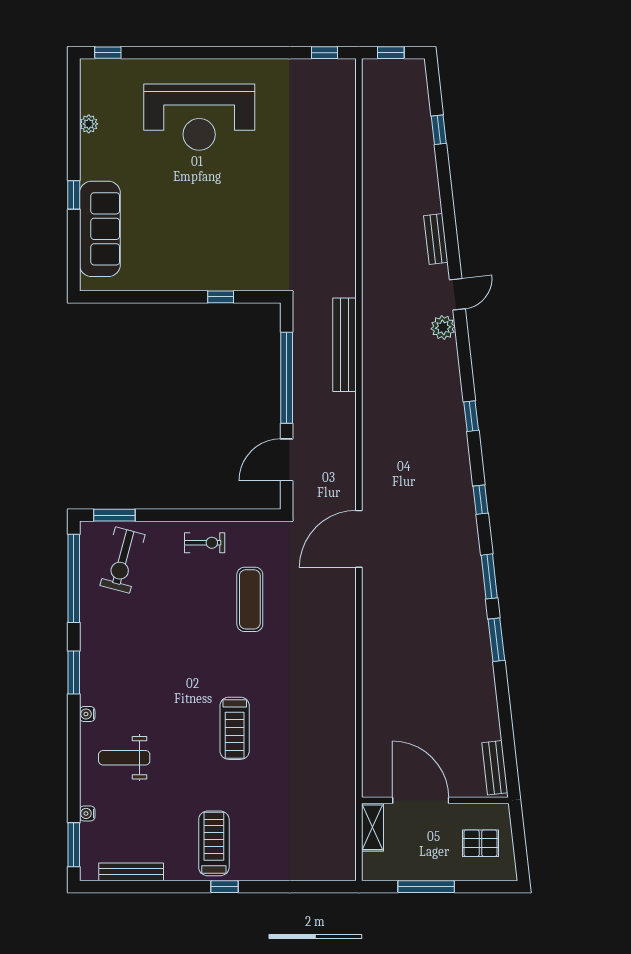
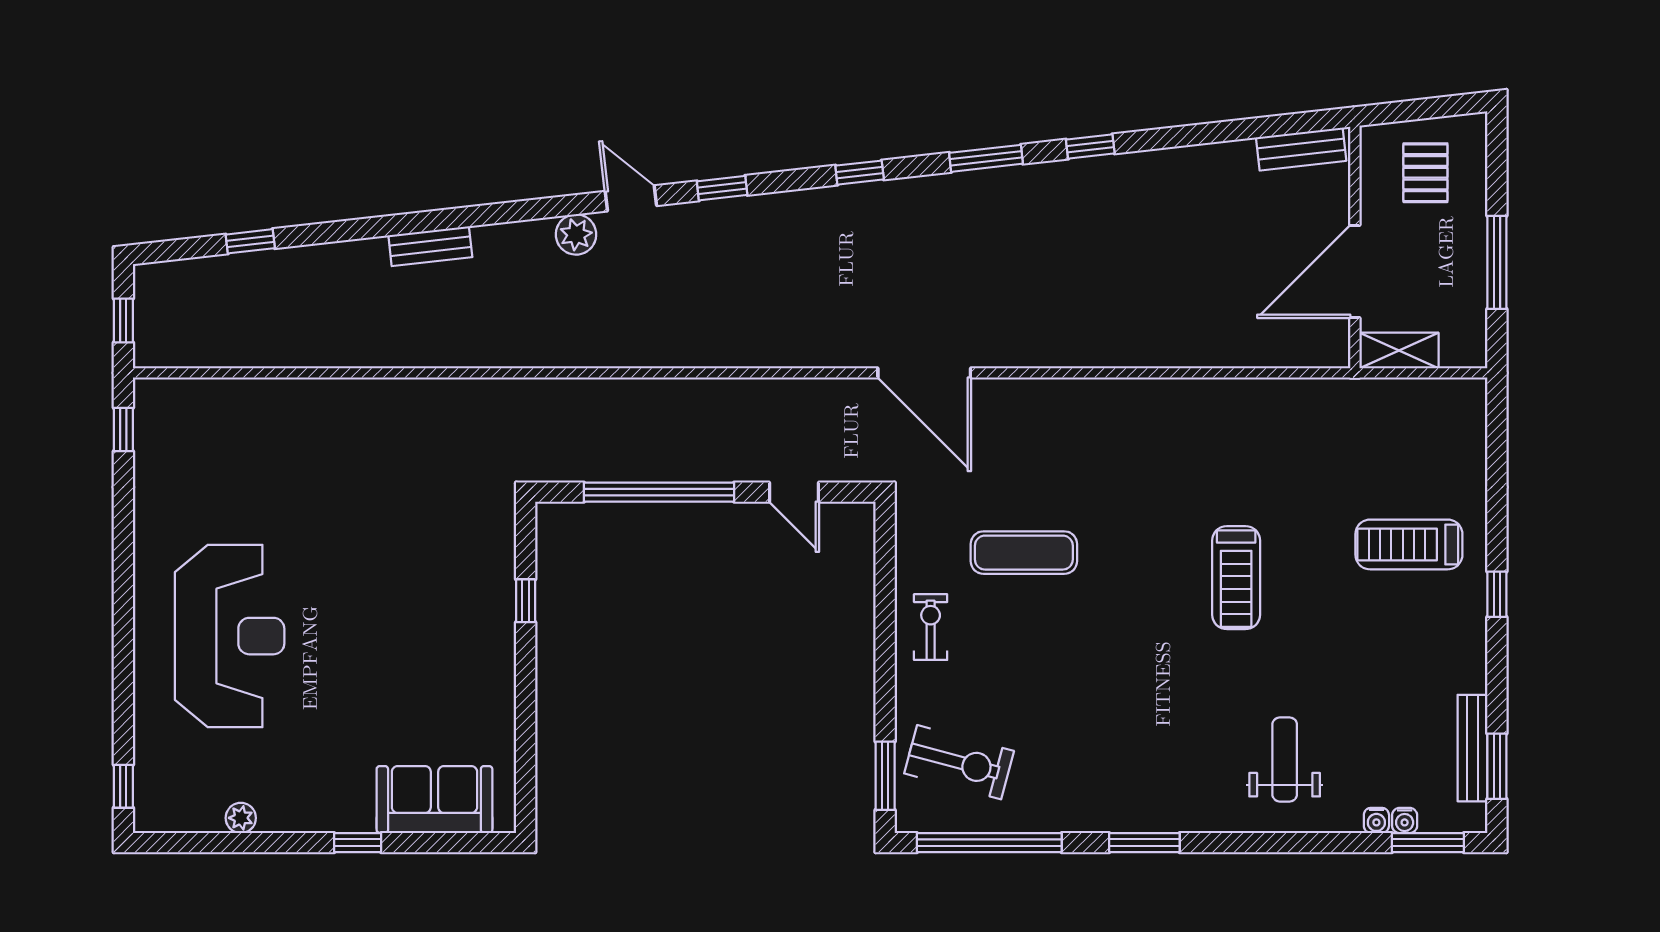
sofa: (100, 229) -> (434, 800), width x0.73
door: (457, 294) -> (631, 198), moved
bench: (345, 345) -> (604, 397), removed
door: (287, 460) -> (794, 492), width x0.73
window: (496, 640) -> (1090, 147), width x0.67
water cooler: (87, 714) -> (1405, 820), moved
treadmill: (235, 728) -> (1236, 578), turned 90
weight bench: (124, 758) -> (1285, 759), turned 180
treadmill: (214, 843) -> (1409, 544), moved
window: (120, 887) -> (1497, 766), added

